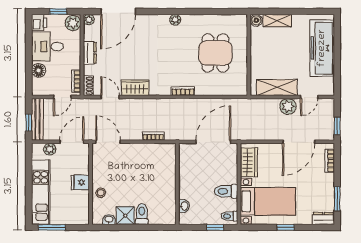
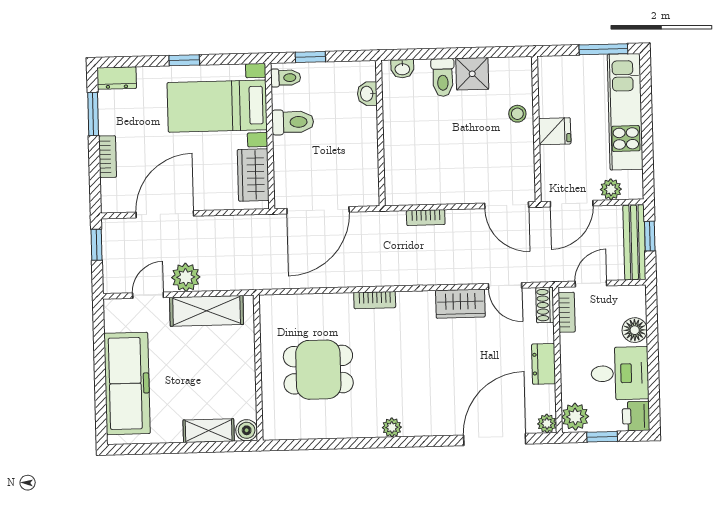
dining table: (215, 53) -> (318, 370), turned 90
bookcase: (330, 161) -> (108, 157), moved
washbasin: (109, 219) -> (402, 69), moved

